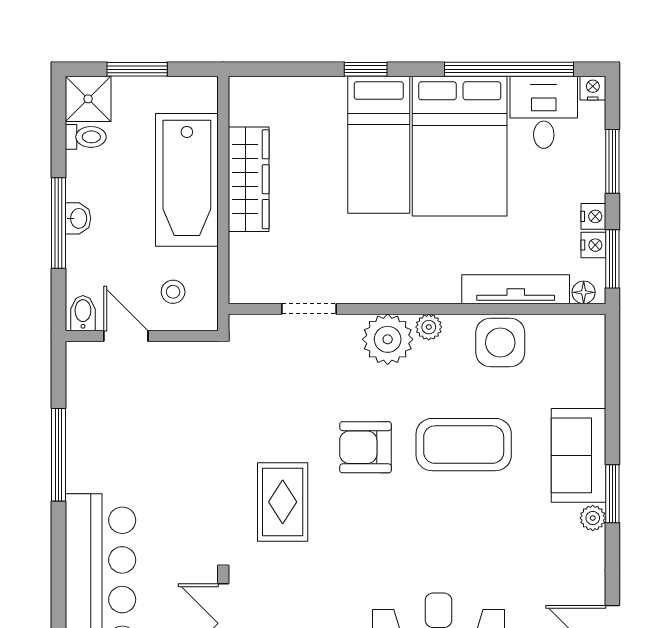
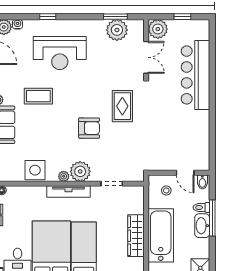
toilet: (86, 137) -> (201, 207), moved
washbasin: (78, 218) -> (202, 226), width x1.91, depth x1.45
tv unit: (516, 289) -> (68, 192), moved
coffee table: (464, 445) -> (38, 96), moved, width x0.73, depth x0.76
window: (58, 455) -> (212, 125), removed

